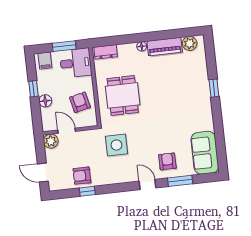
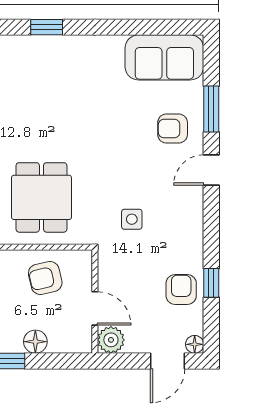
dining table: (123, 95) -> (41, 197), turned 90
door: (67, 131) -> (95, 308), swing flipped
side table: (116, 145) -> (132, 219), width x0.54, depth x0.54
armchair: (82, 176) -> (181, 290), turned 180
floor lamp: (53, 186) -> (195, 344), added

